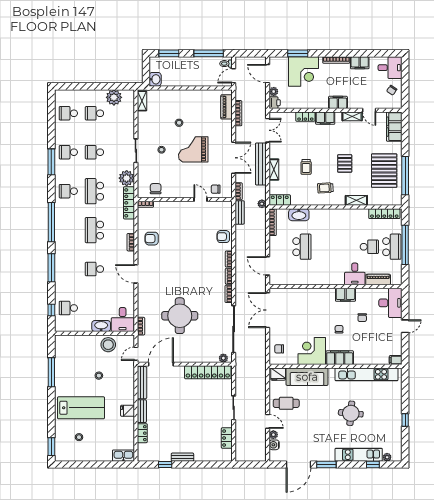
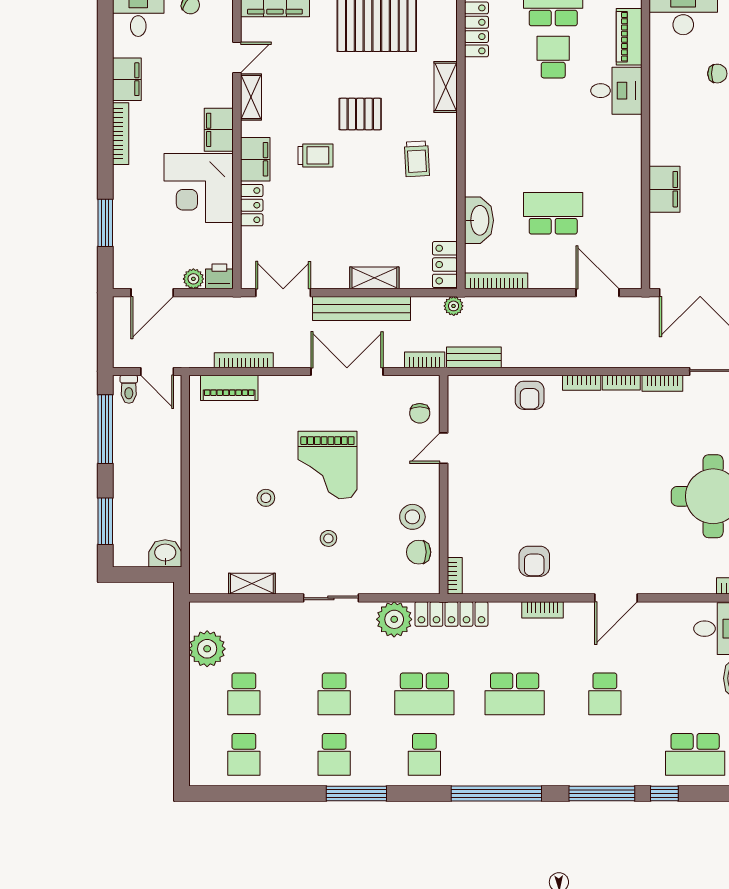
corner desk: (304, 72) -> (199, 188), moved, turned 180
shelving: (142, 101) -> (252, 584), moved
trolley: (306, 167) -> (315, 155), moved
stool: (171, 186) -> (412, 517), added
door: (268, 266) -> (597, 293), swing flipped
filing cabinet: (345, 295) -> (665, 189), moved
school desk: (68, 308) -> (695, 754), width x1.85
window: (51, 310) -> (664, 794), moved

